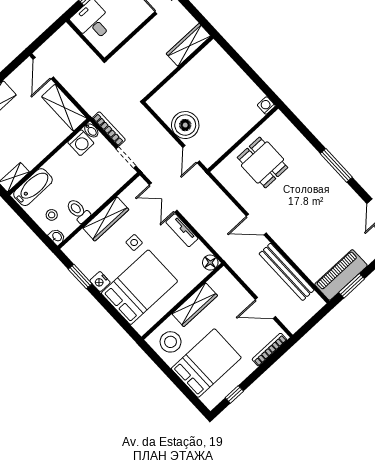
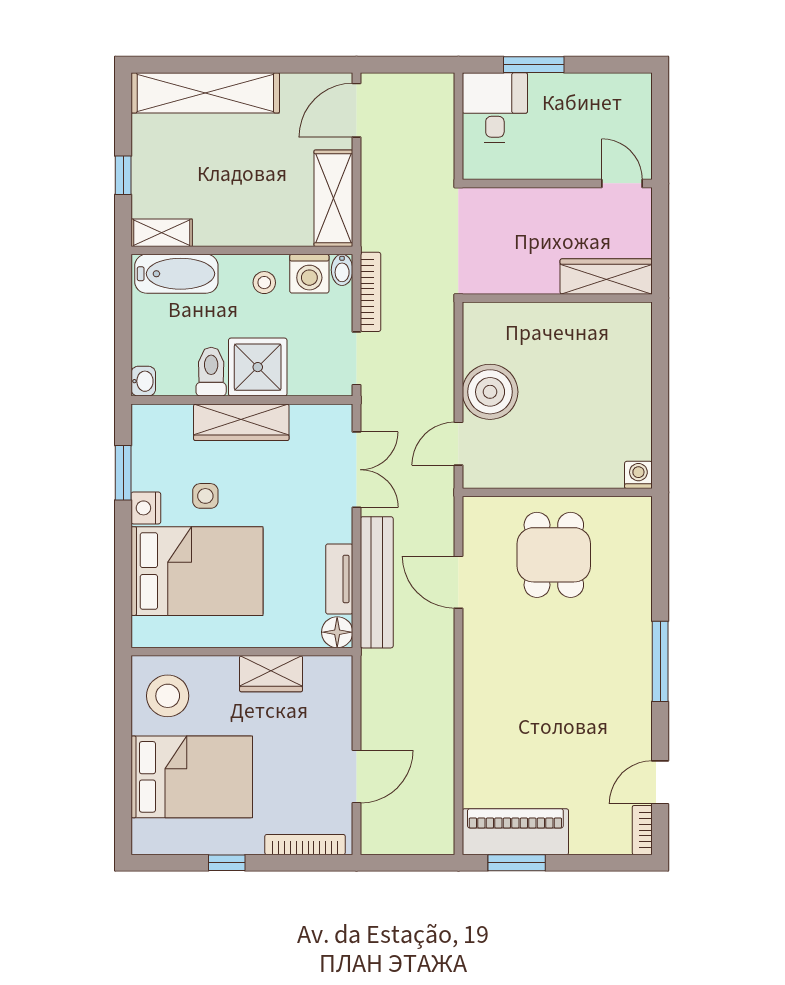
shower: (93, 194) -> (258, 367), added
double door: (163, 198) -> (357, 470), swing flipped
stool: (52, 215) -> (264, 283), moved
door: (256, 225) -> (458, 582), moved
tv unit: (182, 230) -> (339, 579), moved
side table: (134, 243) -> (205, 496), moved
bench: (287, 272) -> (377, 582), moved
wardrobe: (195, 305) -> (271, 674), width x0.67
door: (265, 308) -> (357, 777), swing flipped
window: (234, 394) -> (227, 863), moved

